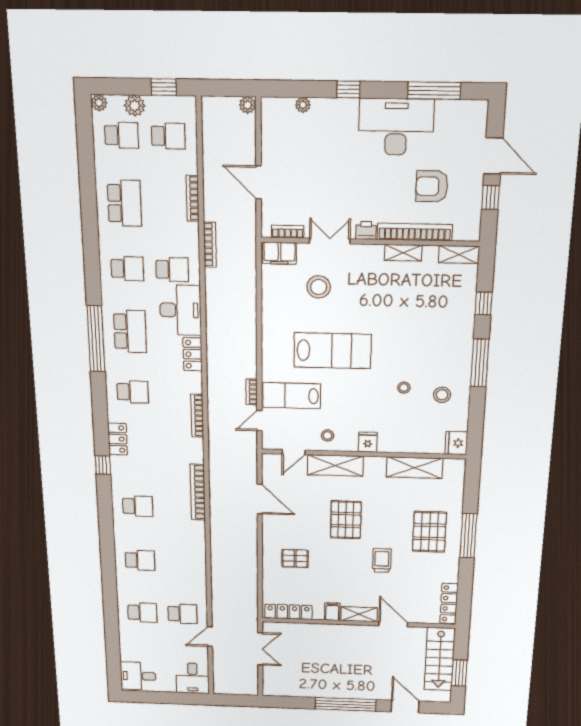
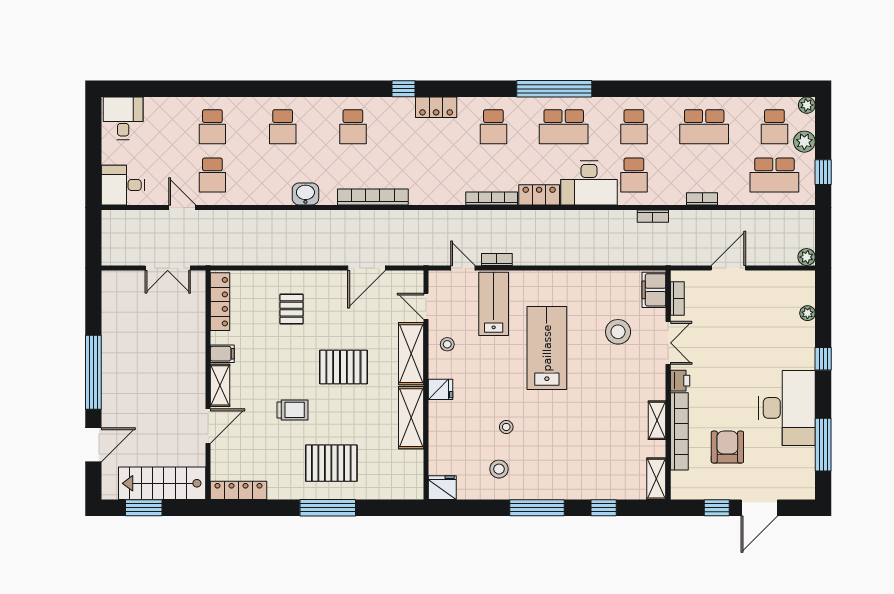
school desk: (168, 136) -> (774, 175), width x1.85
bookcase: (193, 198) -> (702, 199), width x0.64
bookcase: (210, 245) -> (653, 216), width x0.64
lab bench: (332, 351) -> (547, 348), turned 180
bookcase: (197, 416) -> (492, 198), moved
shelving: (415, 468) -> (411, 418), moved
washbasin: (196, 545) -> (305, 194), added

